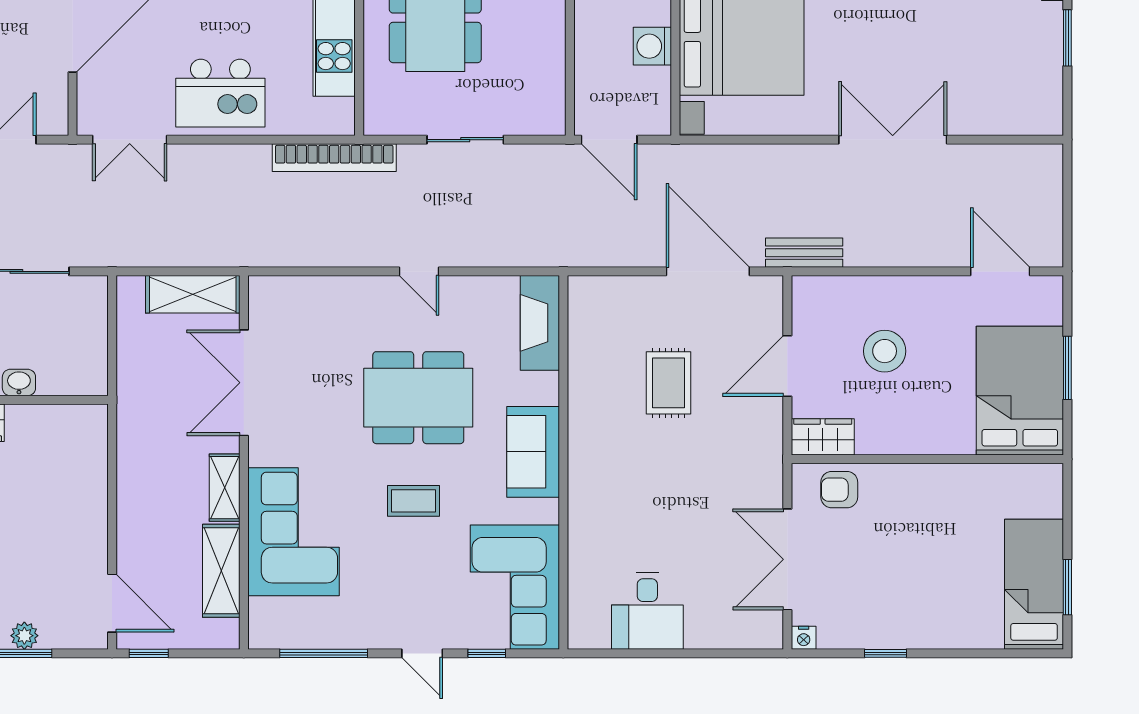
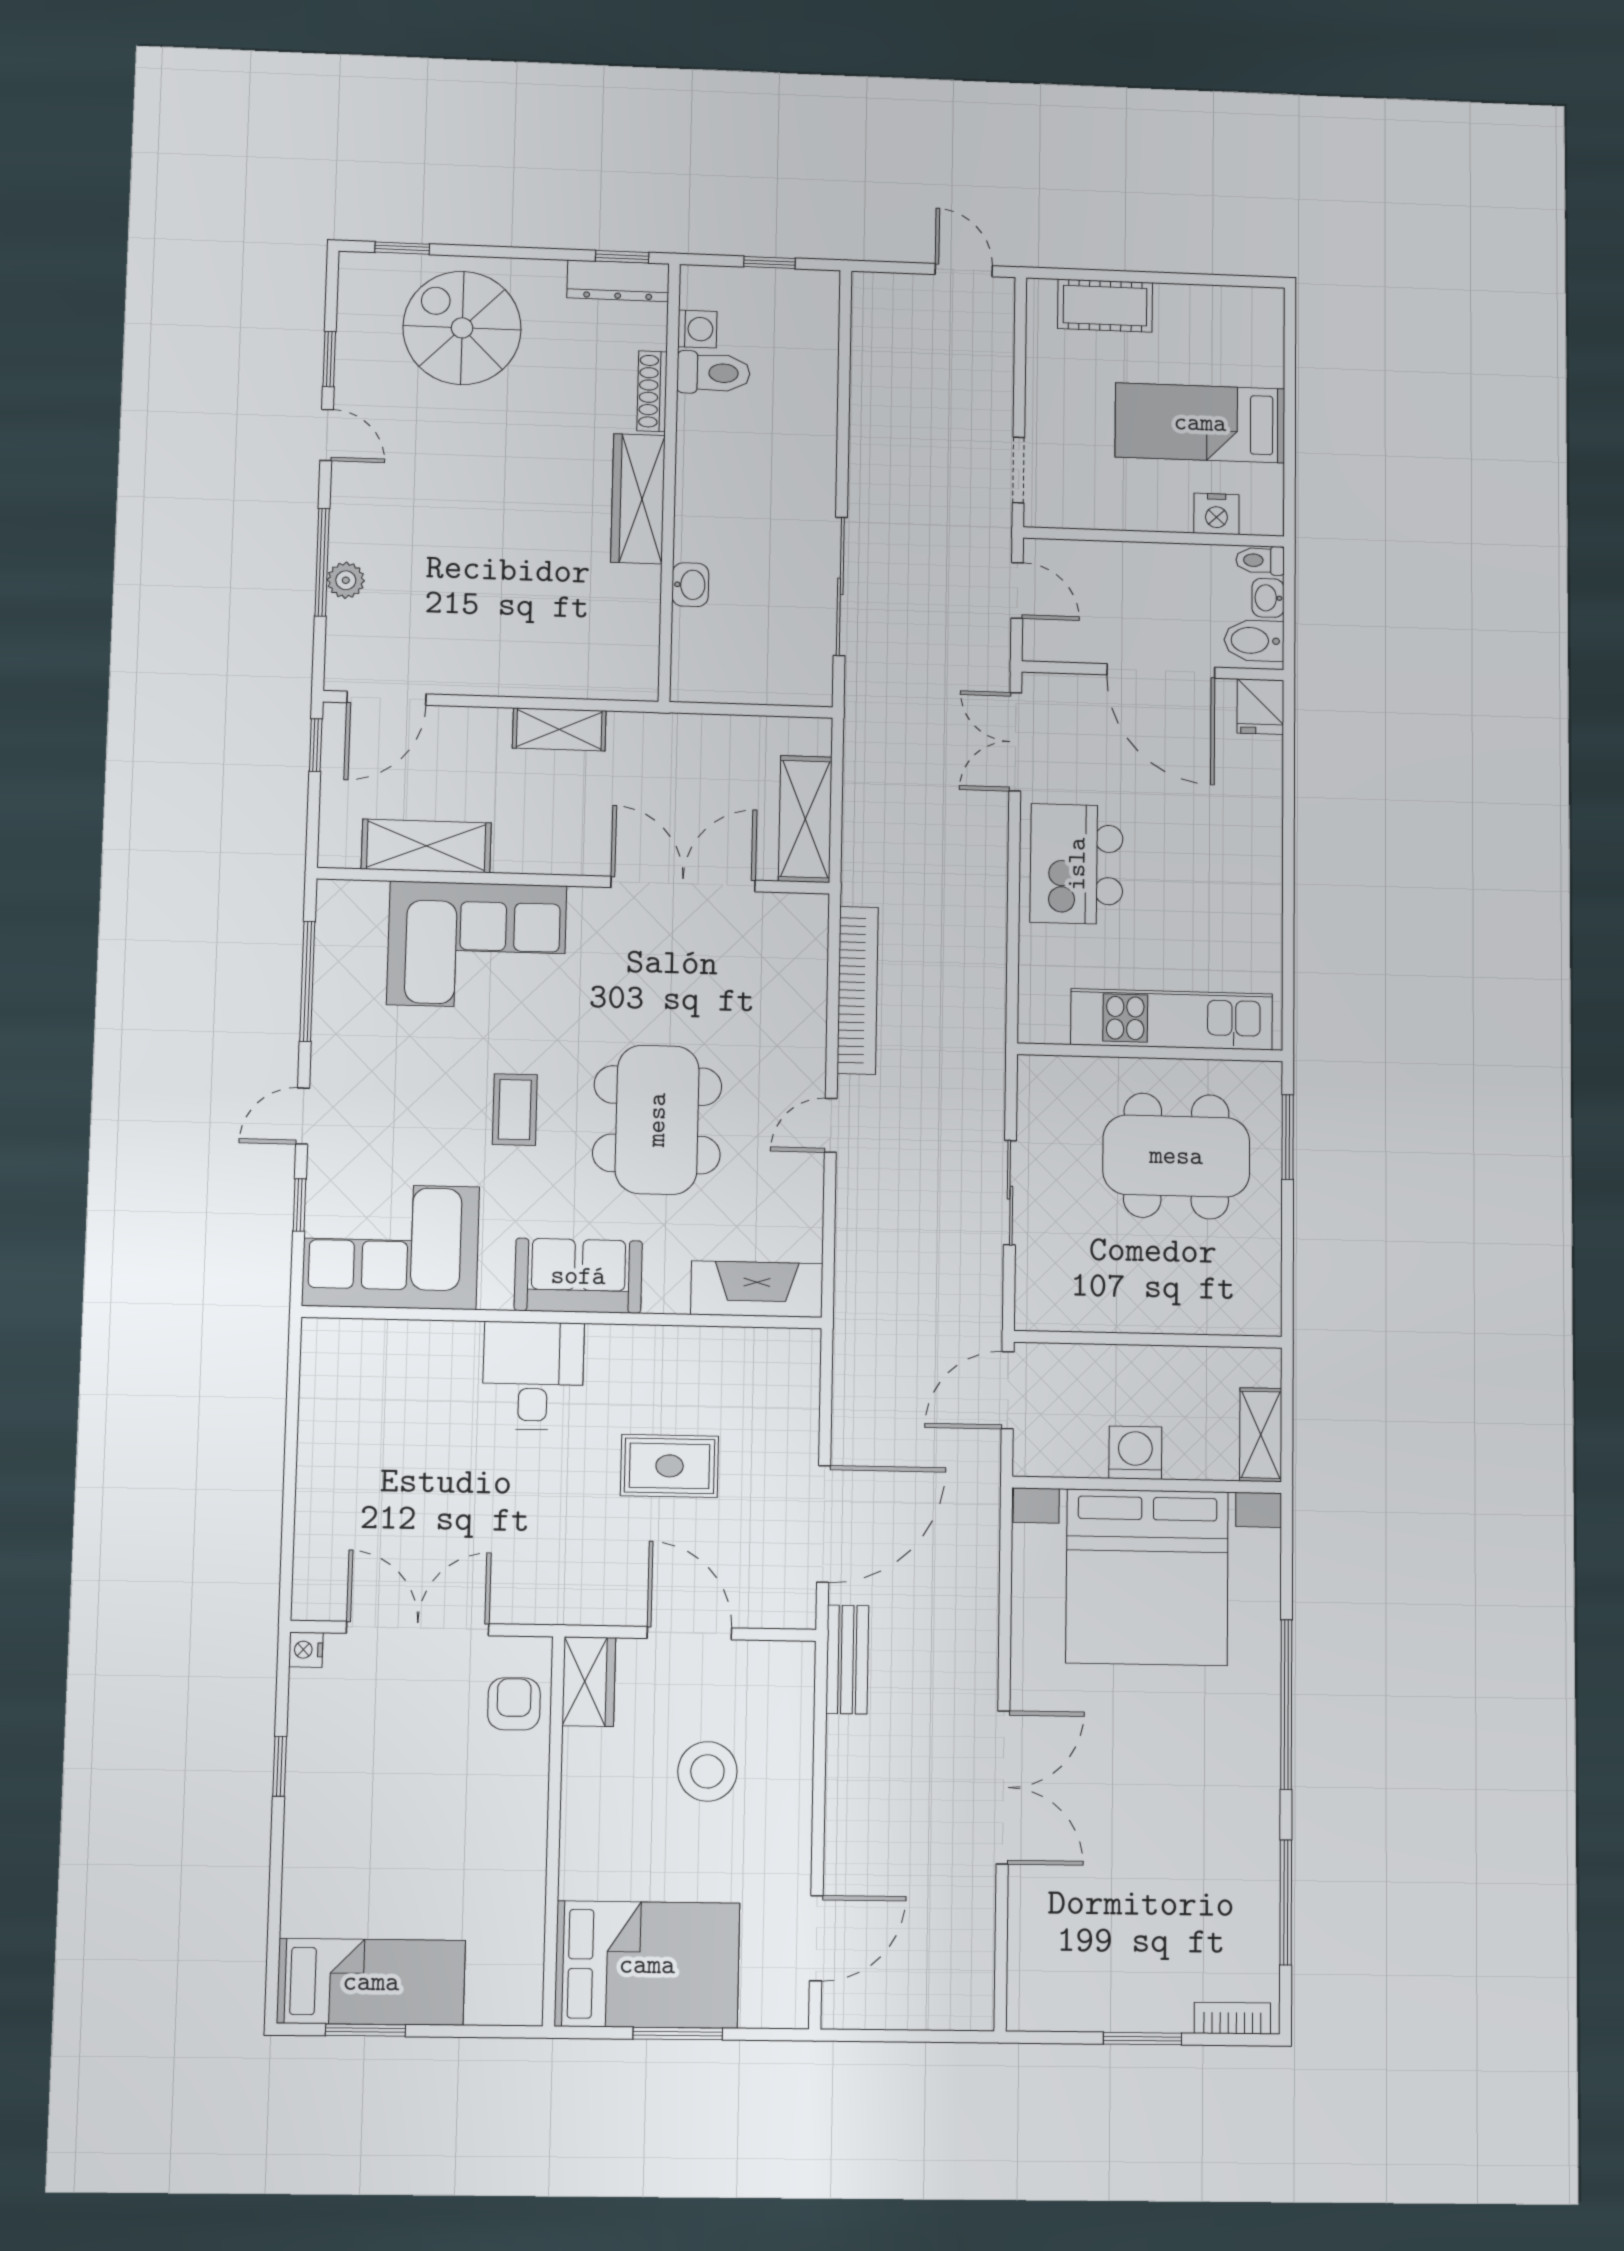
bookcase: (334, 158) -> (858, 990), moved, turned 180
shelving: (225, 488) -> (559, 729), moved
desk: (647, 611) -> (533, 1376), moved, turned 90

